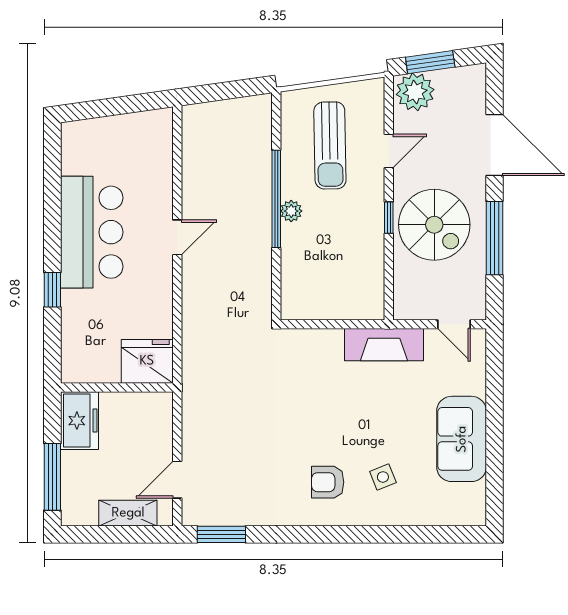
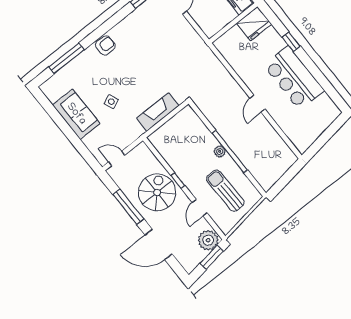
spiral stairs: (434, 225) -> (157, 192), turned 90
fireplace: (384, 345) -> (158, 112), moved
fridge: (147, 361) -> (254, 24), moved
side table: (383, 477) -> (111, 102), moved
armchair: (328, 482) -> (105, 45), moved
window: (409, 534) -> (67, 58), added

